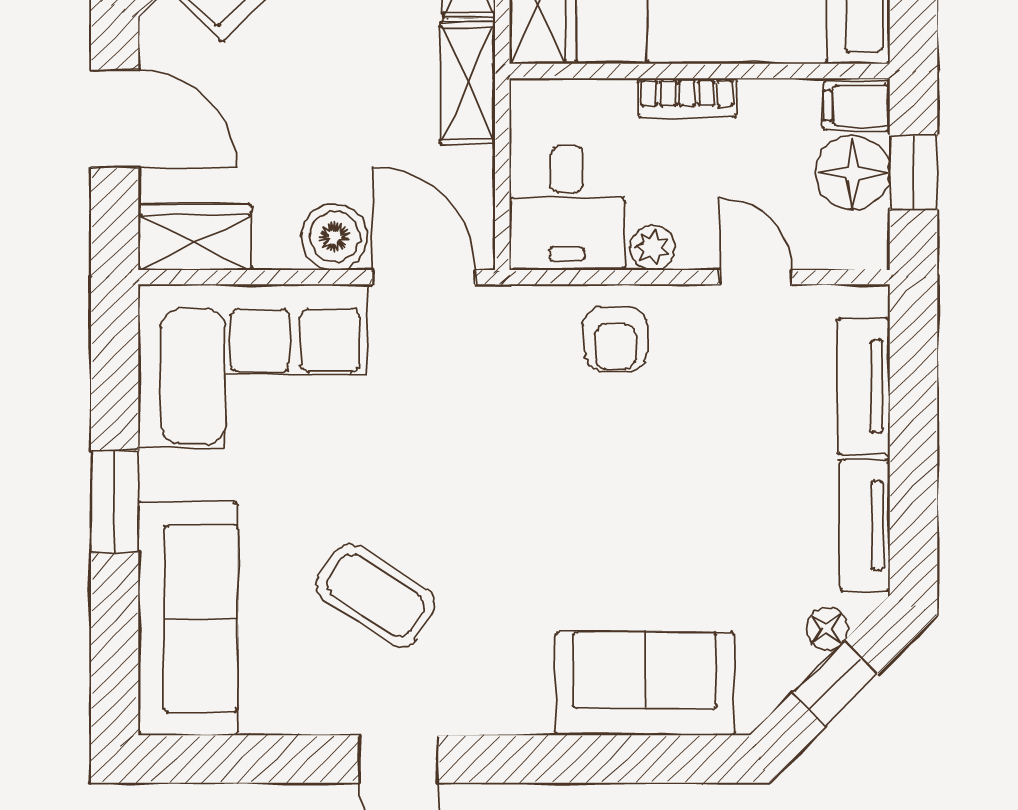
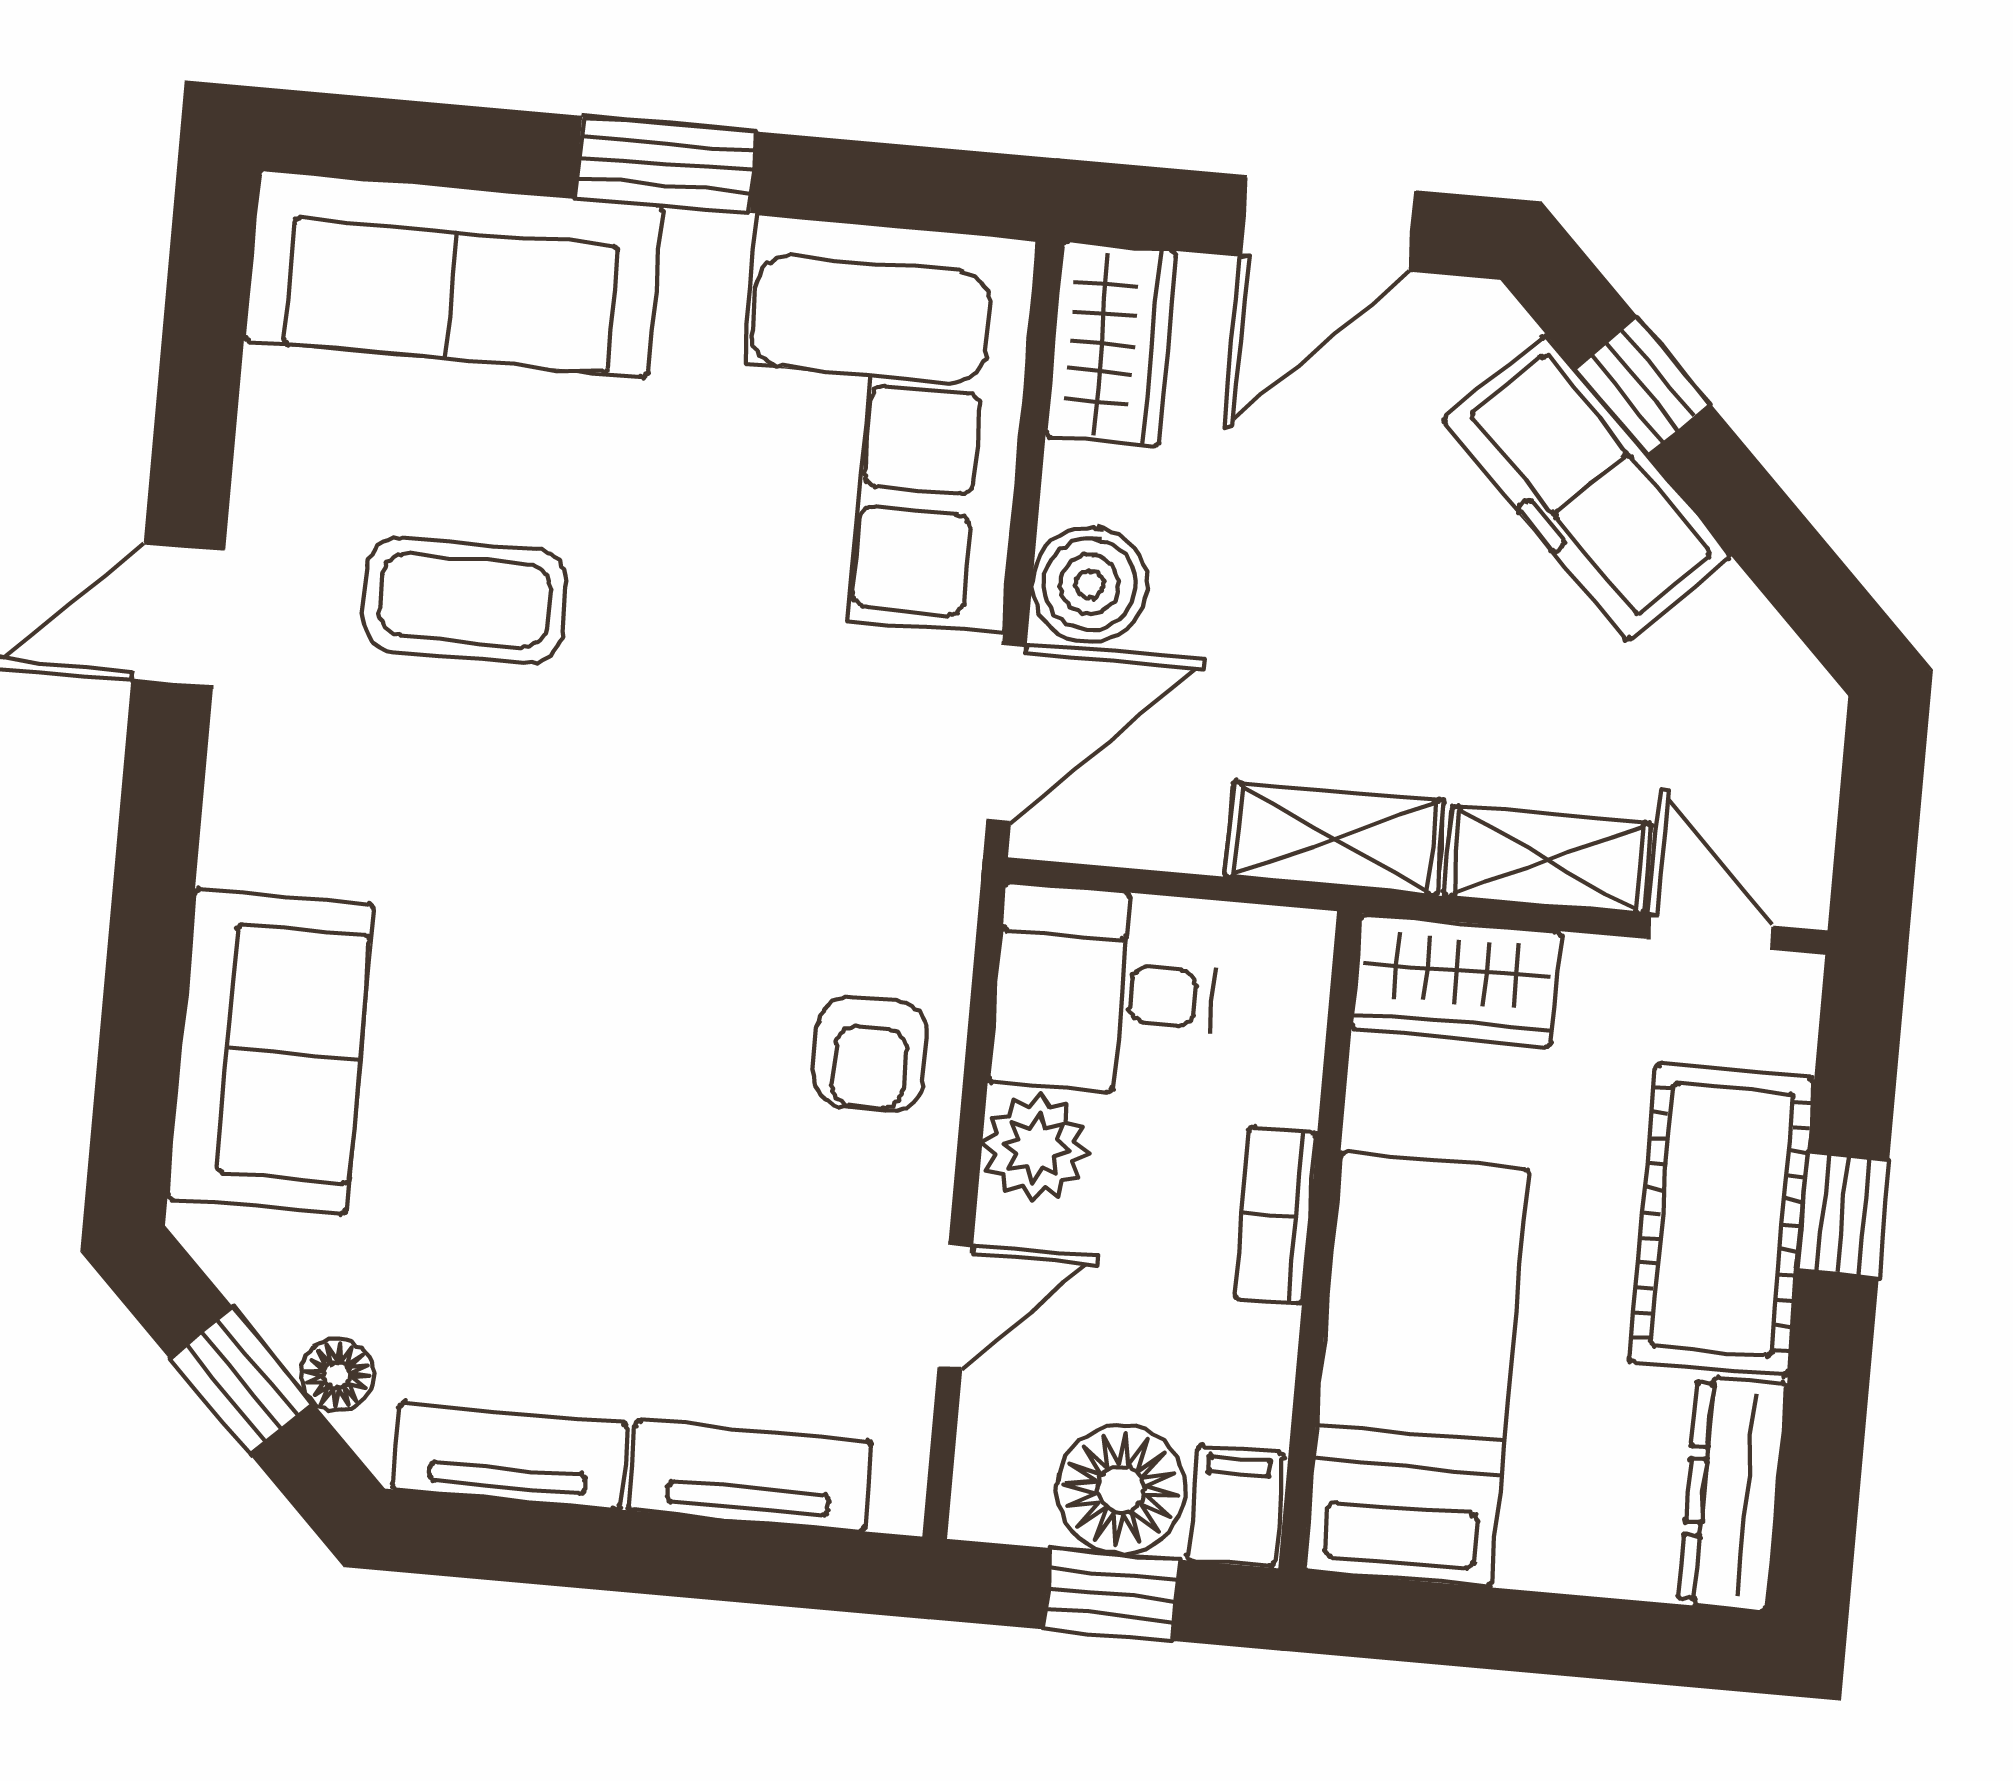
plant: (652, 248) -> (1036, 1148), width x1.38, depth x1.38
armchair: (615, 339) -> (870, 1054), turned -90
coffee table: (375, 595) -> (465, 600), turned 57

